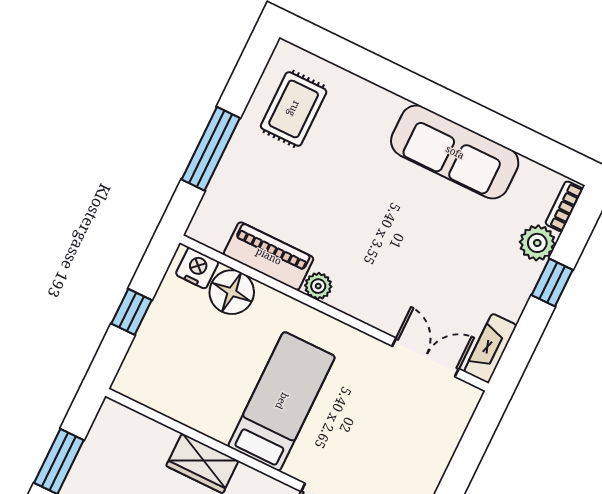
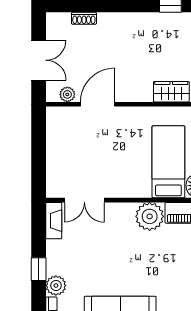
plant: (318, 286) -> (150, 216), width x1.87, depth x1.87
bed: (282, 401) -> (168, 162), moved, turned 180

